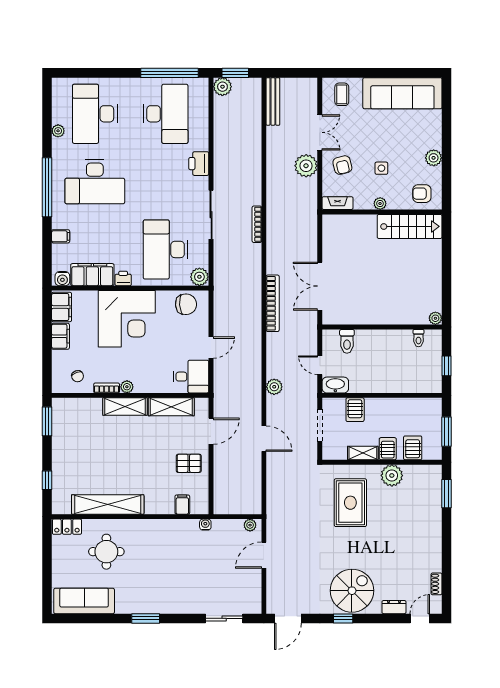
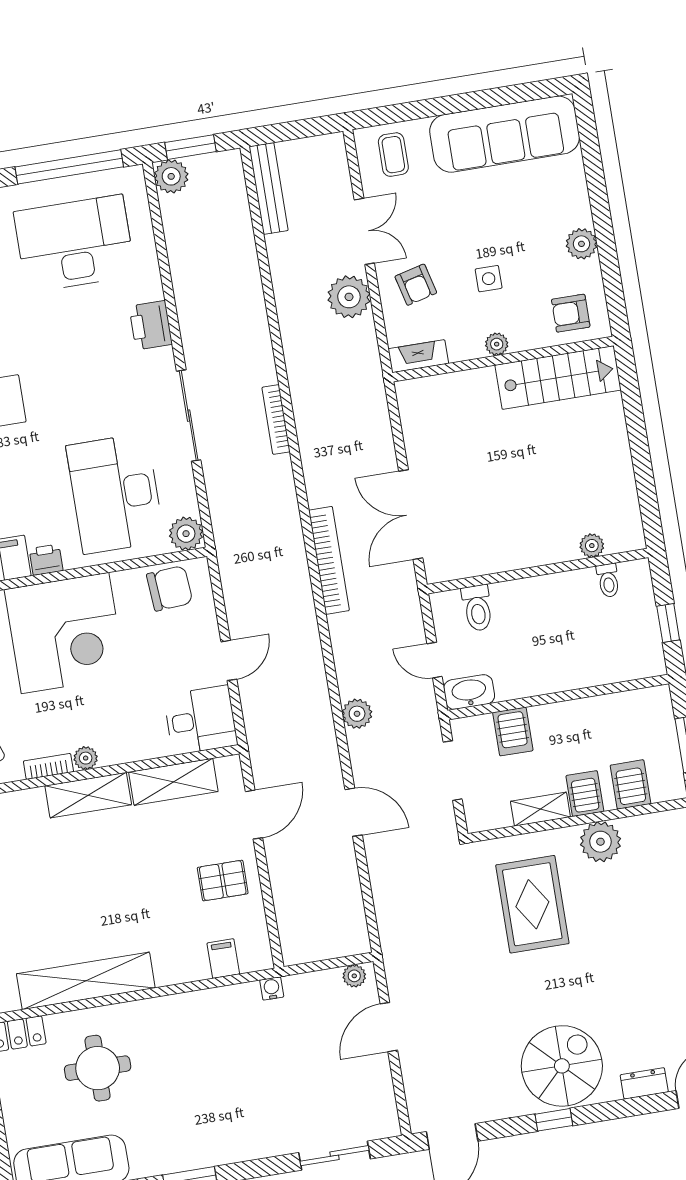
desk: (166, 114) -> (74, 244), turned -90
plant: (435, 318) -> (592, 546), moved

